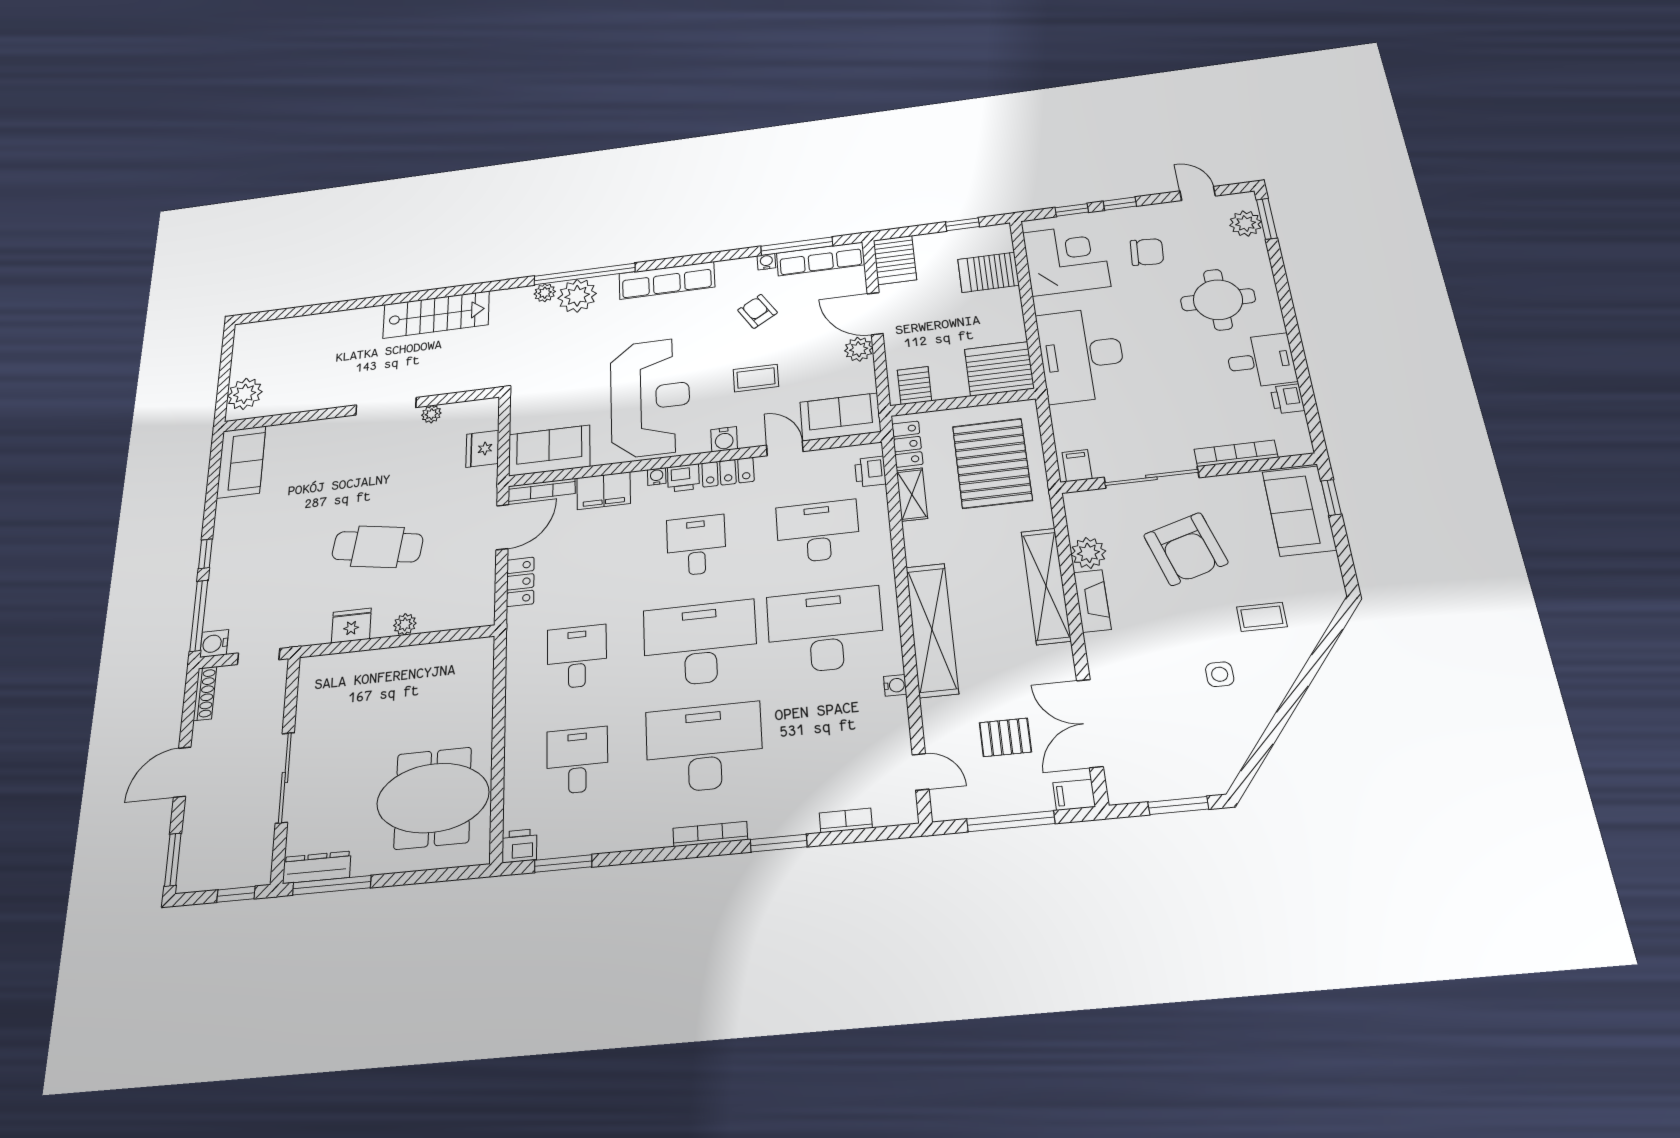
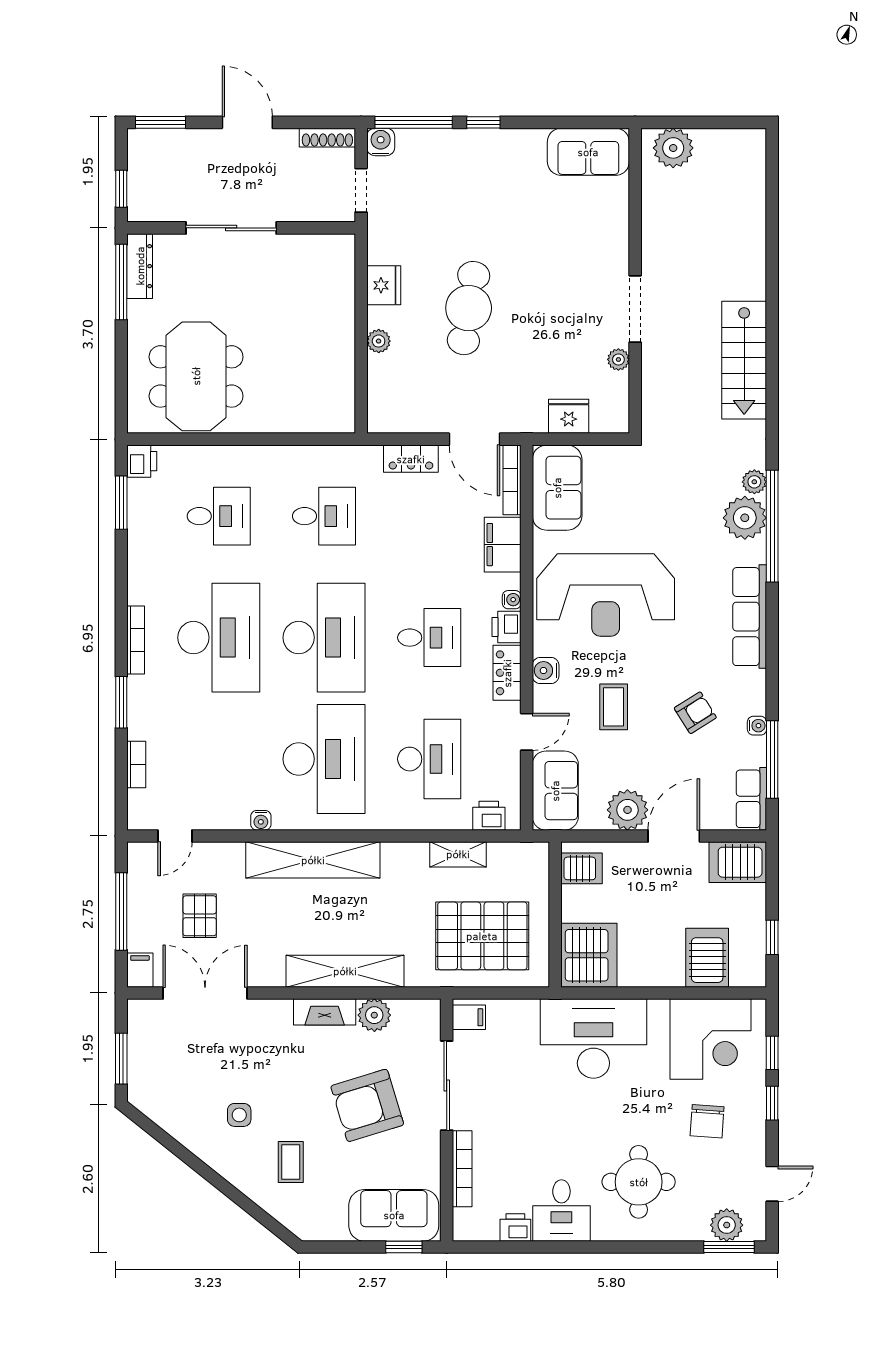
row of seats: (821, 259) -> (751, 799), width x0.68
plant: (859, 349) -> (627, 810), width x1.36, depth x1.36
locker: (907, 444) -> (515, 855), removed

